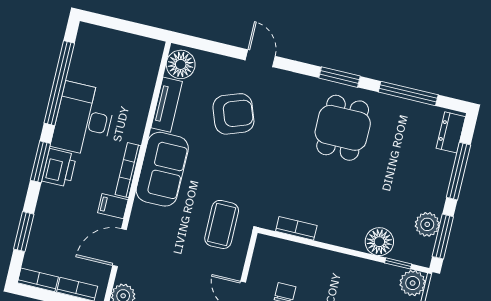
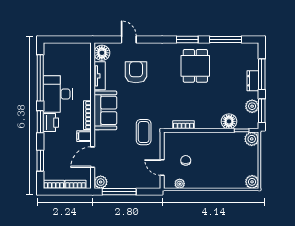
door: (260, 58) -> (129, 39), moved
armchair: (233, 114) -> (136, 72), turned -70
dresser: (451, 132) -> (253, 81), moved

